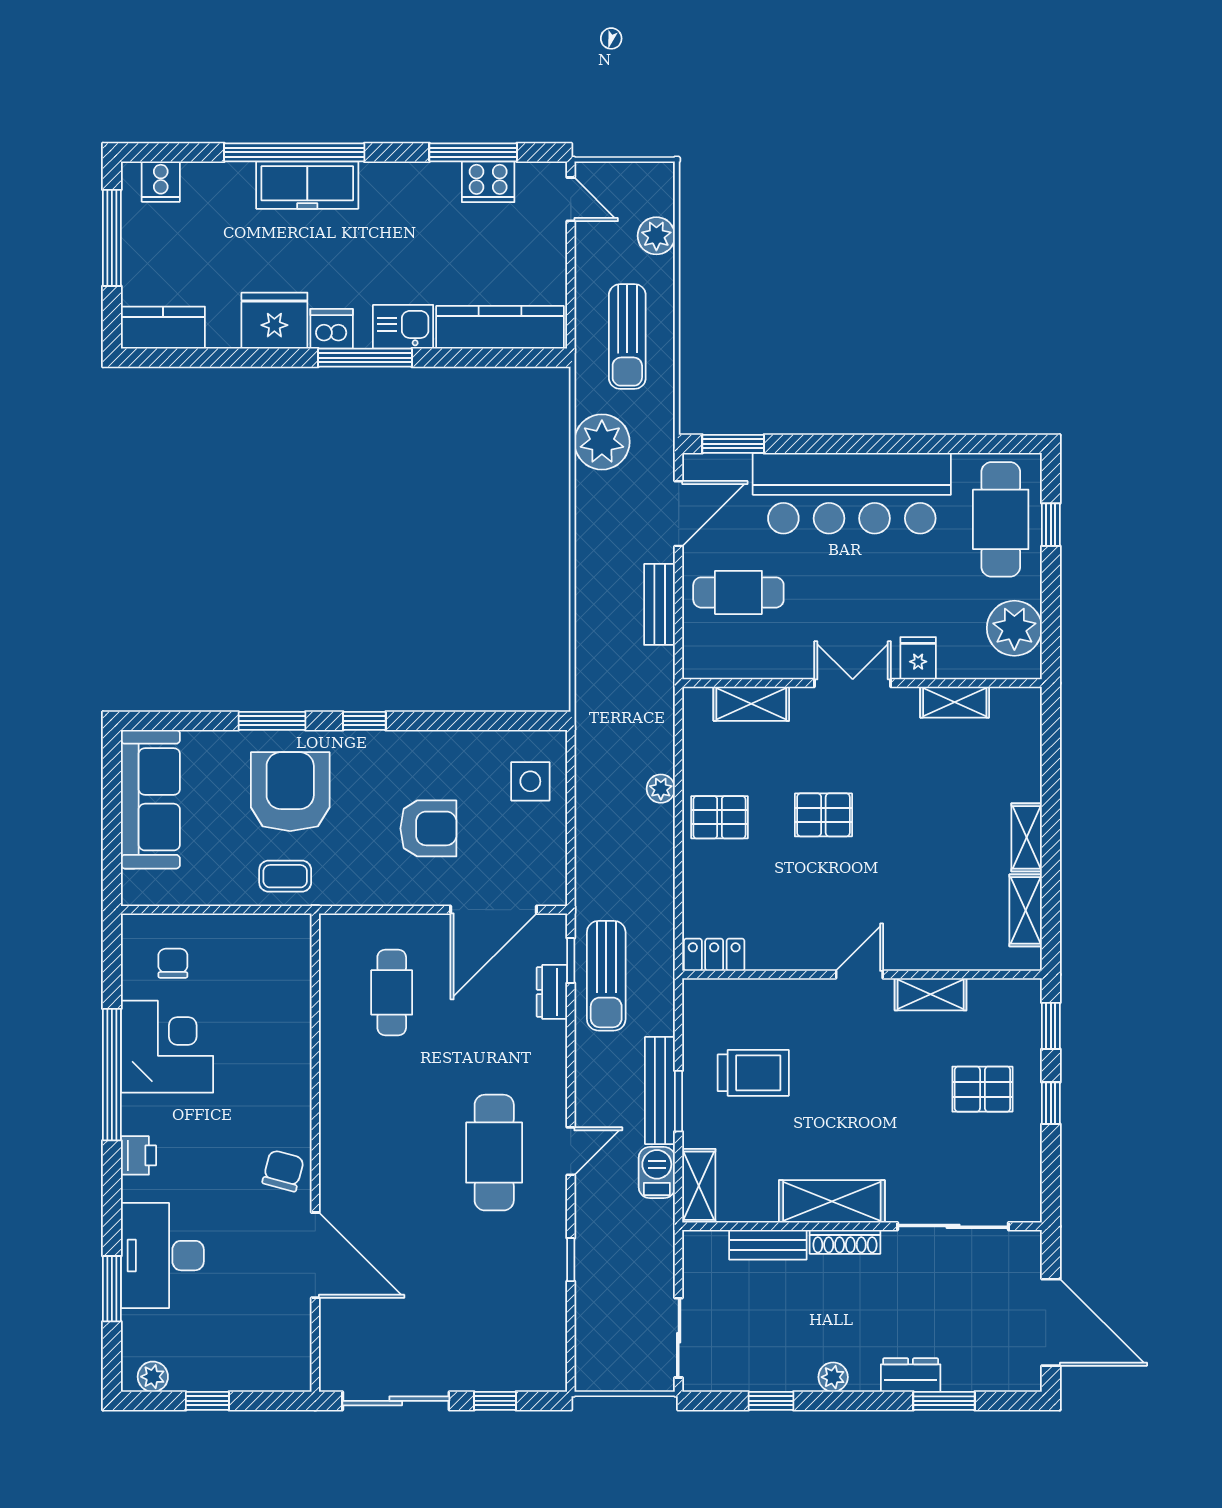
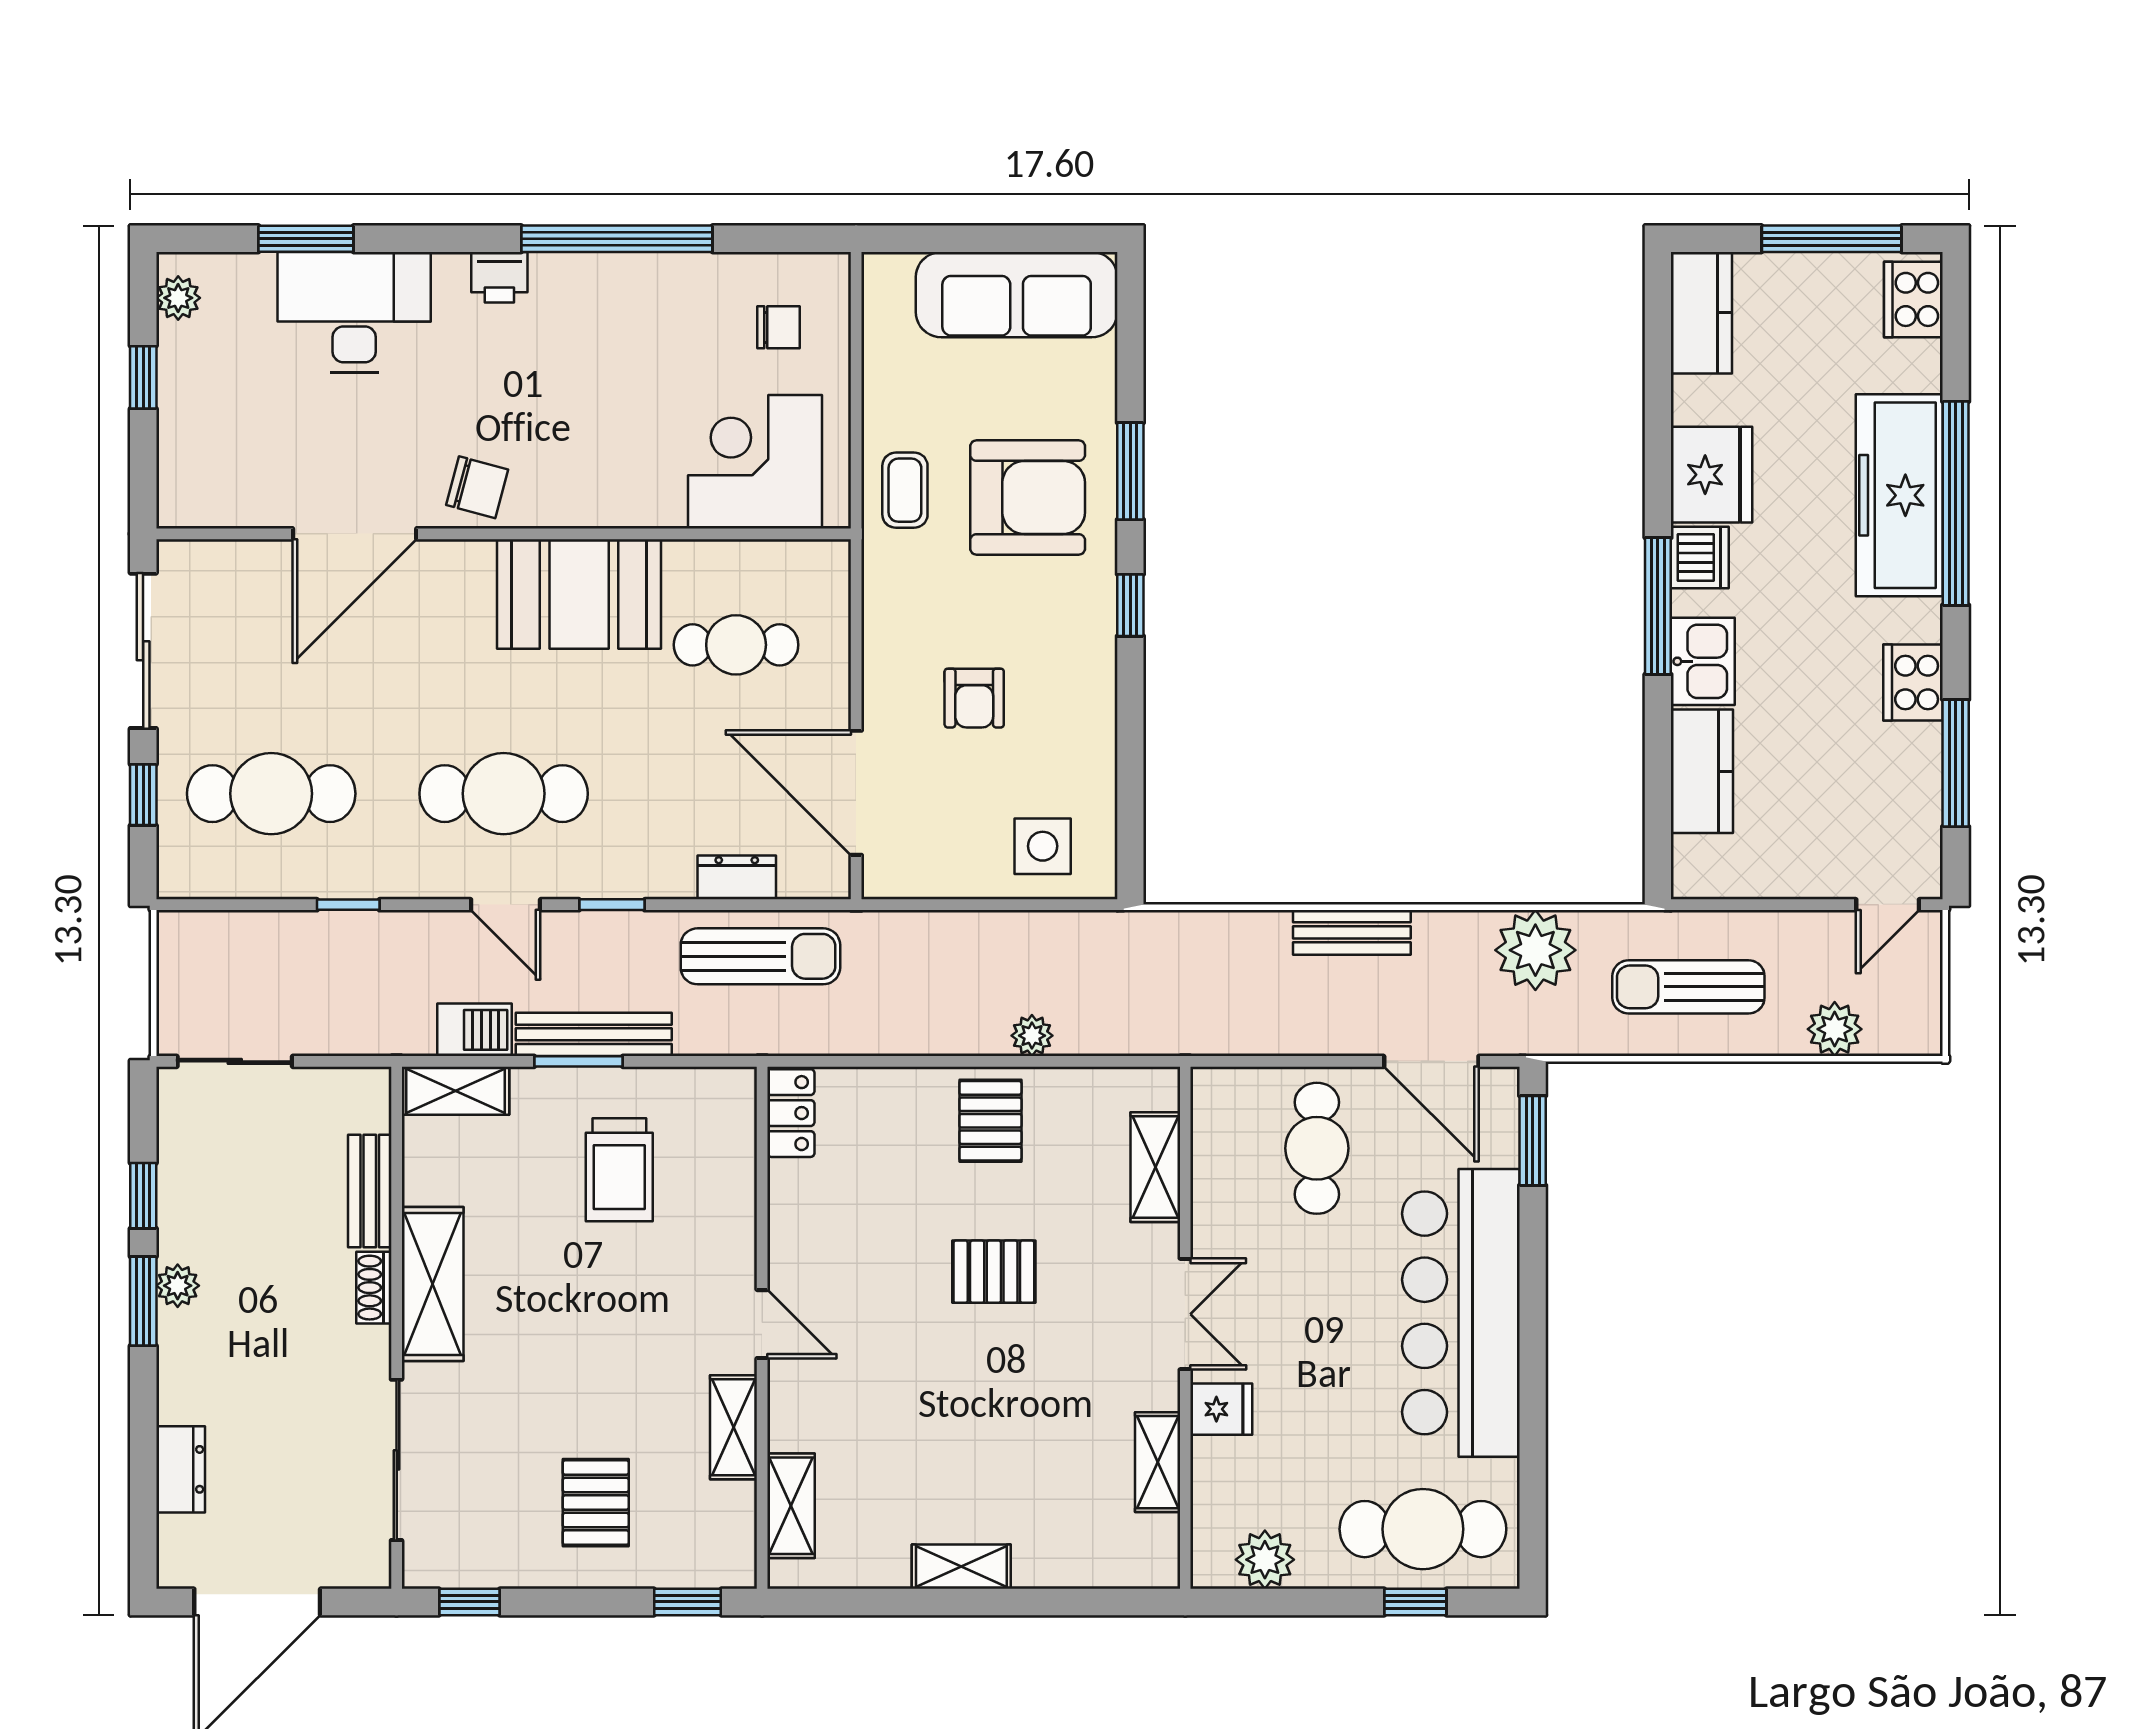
cooker: (161, 182) -> (1913, 299), width x1.36
cooker: (488, 182) -> (1913, 683), moved
freezer: (307, 185) -> (1899, 495), width x1.36, depth x1.26
kitchen counter: (500, 327) -> (1702, 771), width x0.67
bench: (660, 604) -> (1352, 932), moved
plant: (1014, 628) -> (1265, 1560), width x0.73, depth x0.73
pallet: (823, 815) -> (994, 1272), turned 90
armchair: (428, 828) -> (974, 698), width x0.72, depth x0.72
shelving: (1026, 910) -> (791, 1506), moved, turned 90
window: (571, 961) -> (612, 905), moved
sun lounger: (606, 976) -> (760, 956), turned 180
corner desk: (167, 1047) -> (755, 462), moved, turned 180
booth: (357, 1101) -> (579, 594), added
window: (1051, 1103) -> (469, 1602), moved
shoe rack: (845, 1242) -> (374, 1288), width x0.70
cafe table: (494, 1313) -> (271, 794), added
dresser: (911, 1375) -> (181, 1469), moved
window: (944, 1401) -> (143, 1301), moved

